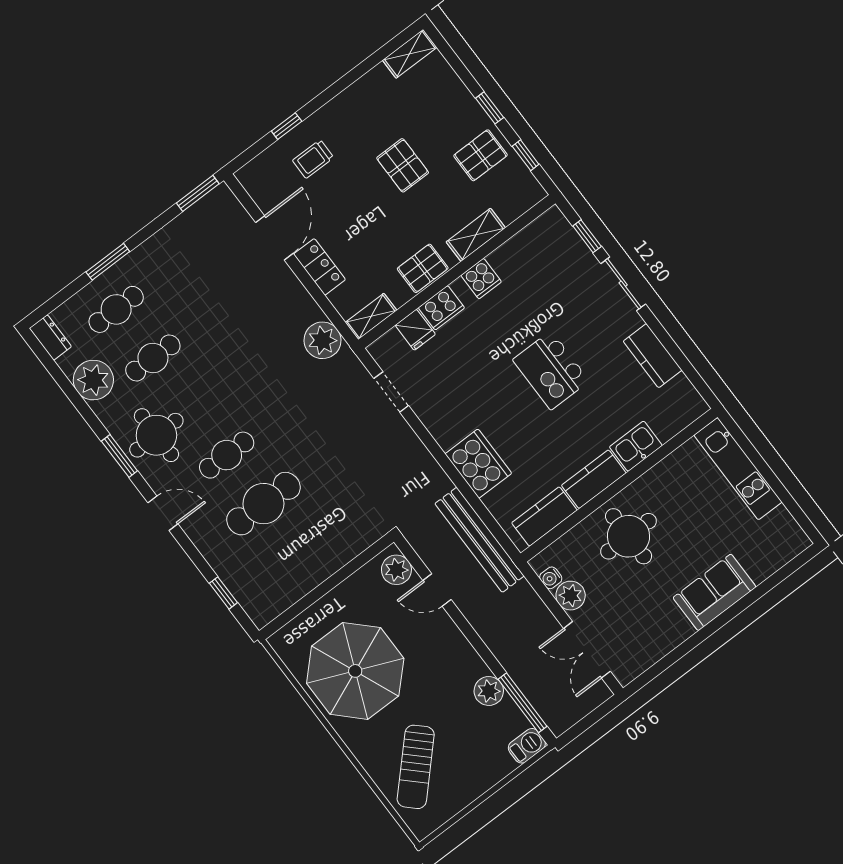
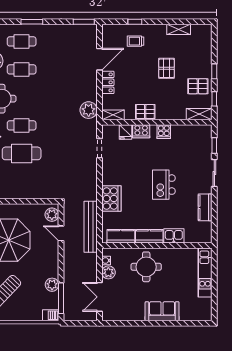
shelving: (410, 54) -> (179, 29), moved
shelving: (476, 235) -> (199, 114), moved

